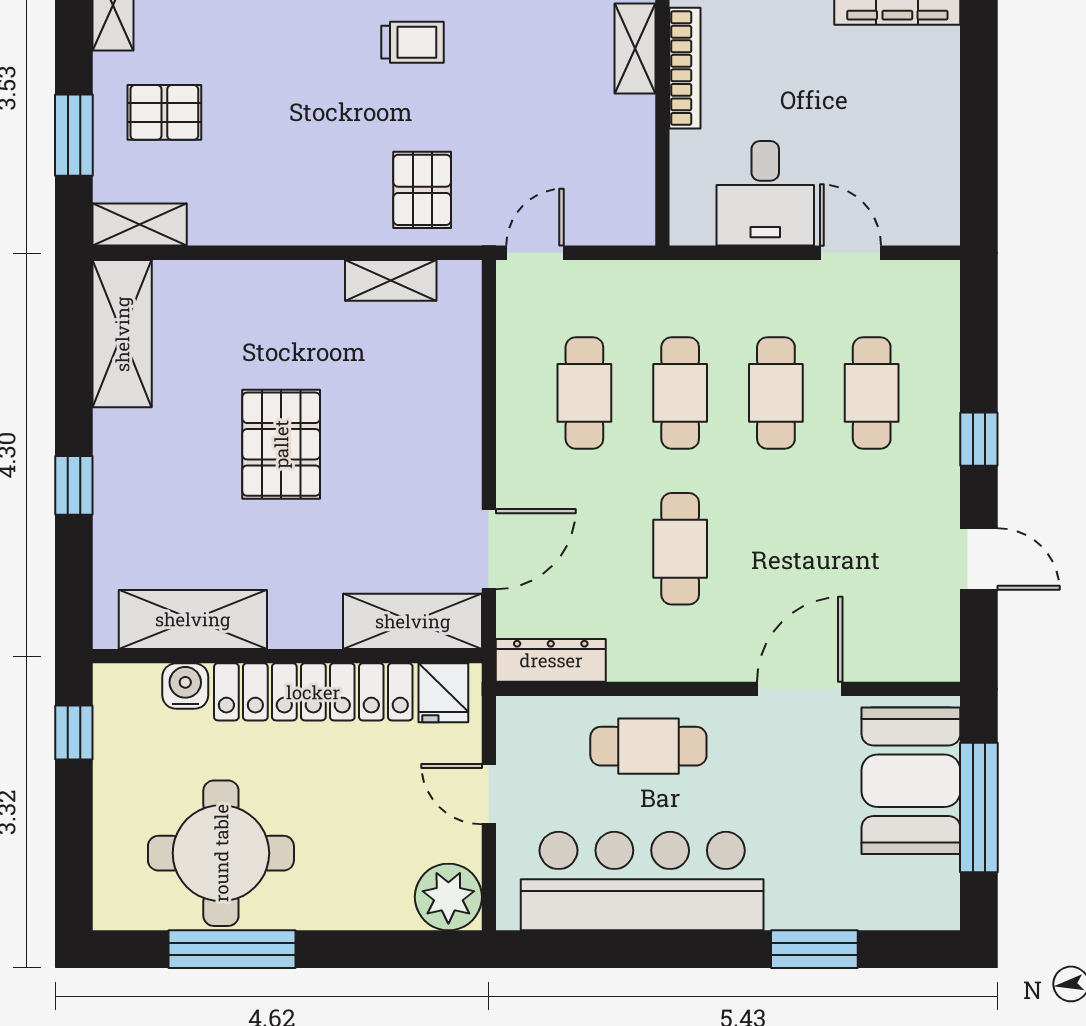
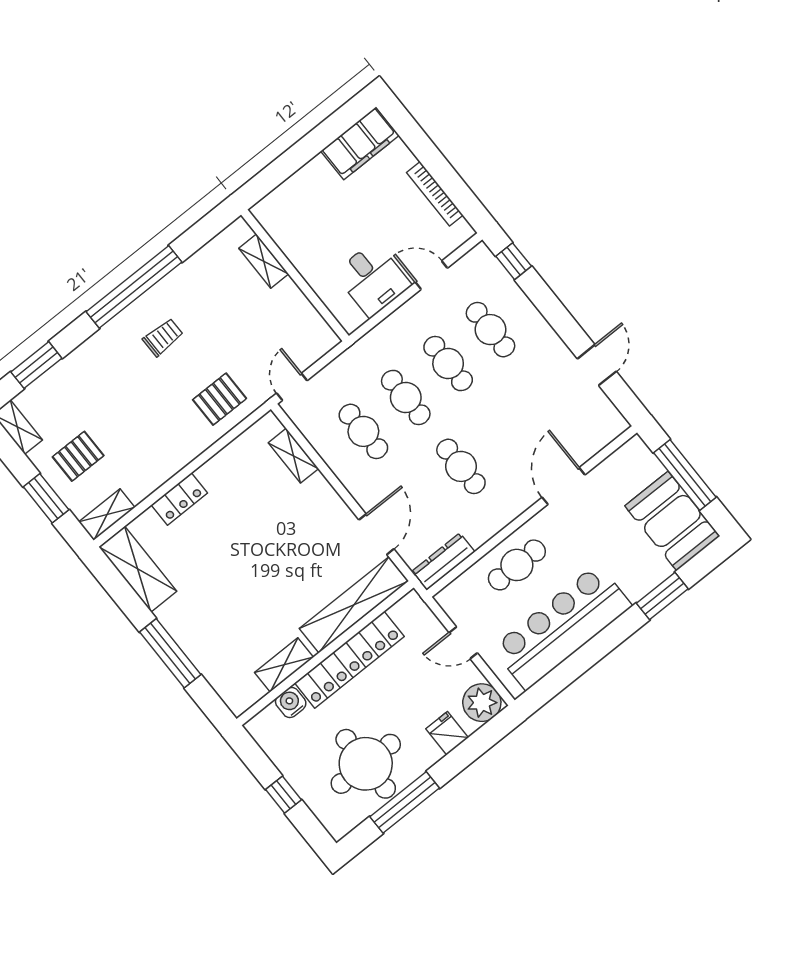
bookcase: (685, 68) -> (435, 194), moved, turned 180
pallet: (422, 190) -> (220, 399), turned 90
shelving: (391, 280) -> (293, 456), moved, turned 90
locker: (257, 283) -> (179, 499), added
window: (979, 439) -> (514, 261), moved
pallet: (281, 444) -> (247, 562), removed
window: (74, 485) -> (170, 653), width x2.17
door: (979, 559) -> (597, 365), hinge flipped
shelving: (193, 619) -> (284, 665), width x0.67, depth x0.75
shelving: (413, 621) -> (354, 605), width x1.47
fridge: (443, 693) -> (447, 733), moved, turned 180
window: (74, 733) -> (283, 795), moved
booth: (911, 781) -> (672, 521), moved

